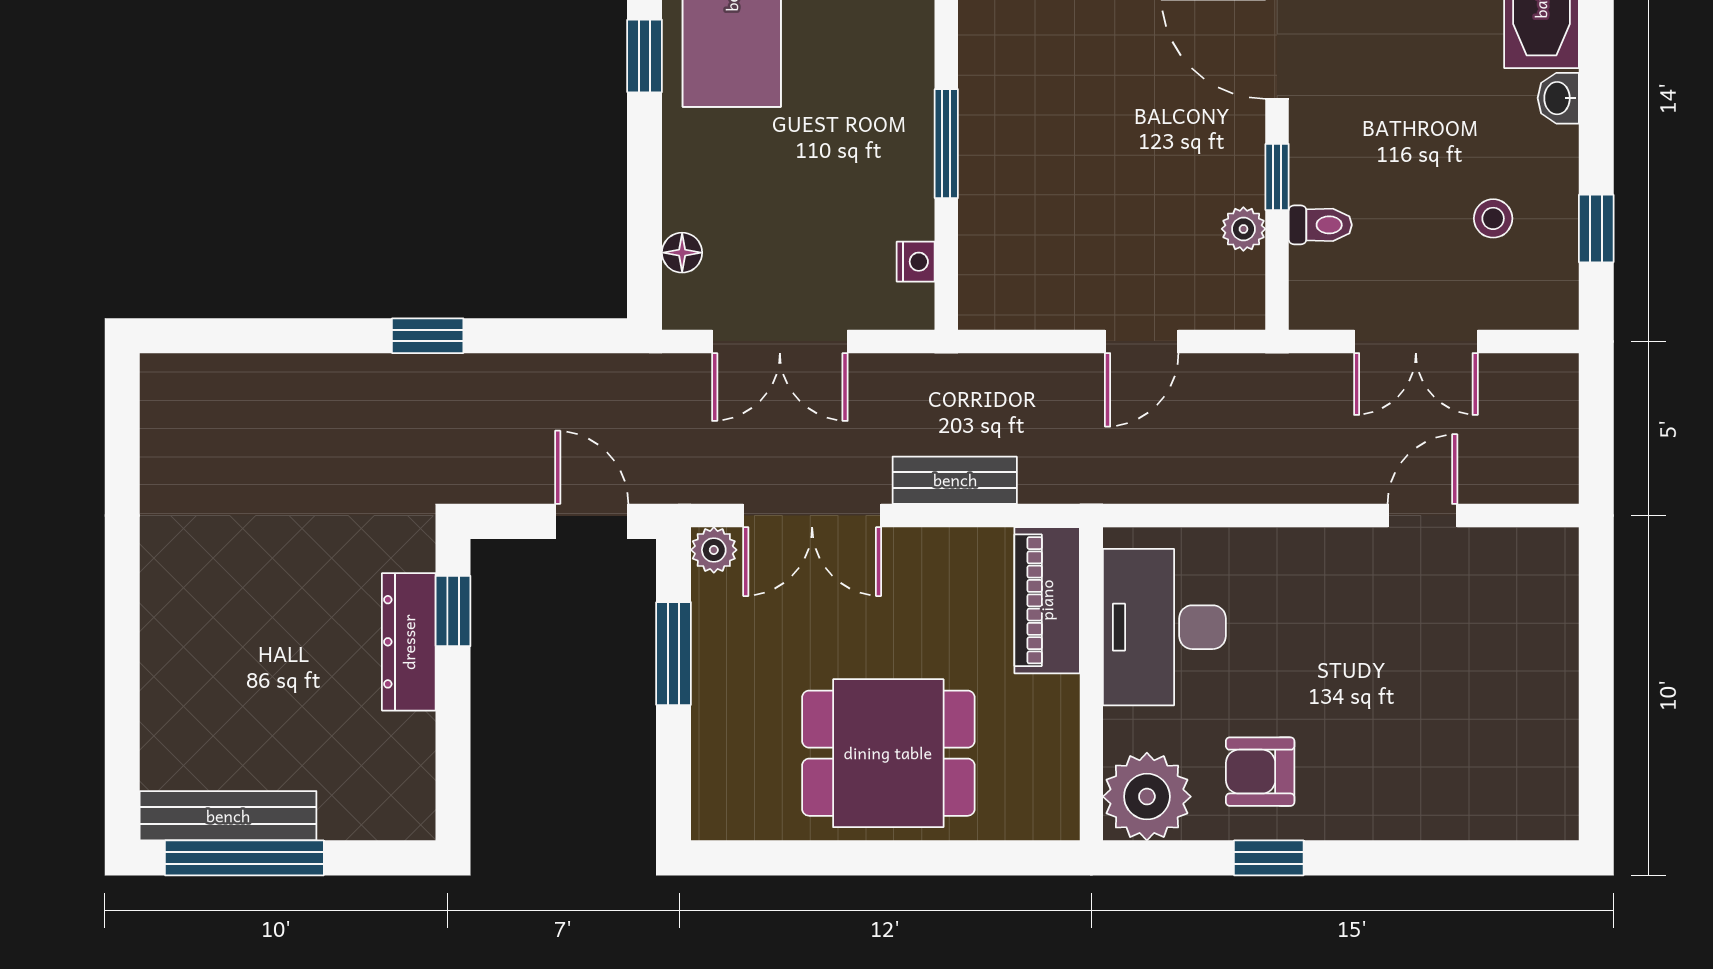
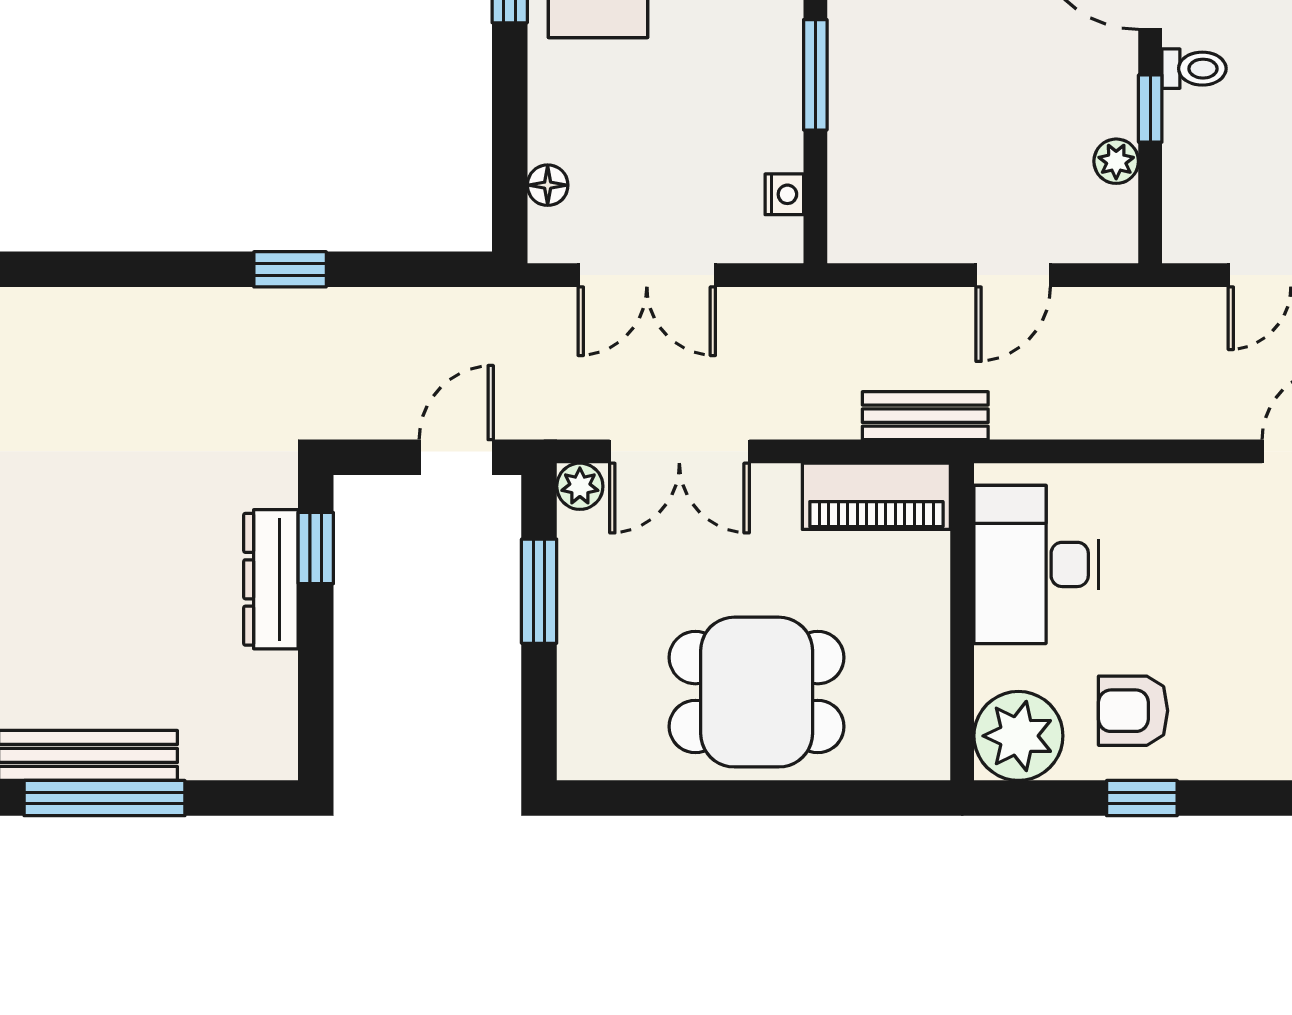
toilet: (1320, 225) -> (1194, 69), moved
bench: (955, 480) -> (925, 416), moved
door: (592, 521) -> (456, 457), hinge flipped
piano: (1047, 600) -> (876, 496), moved, turned -90

